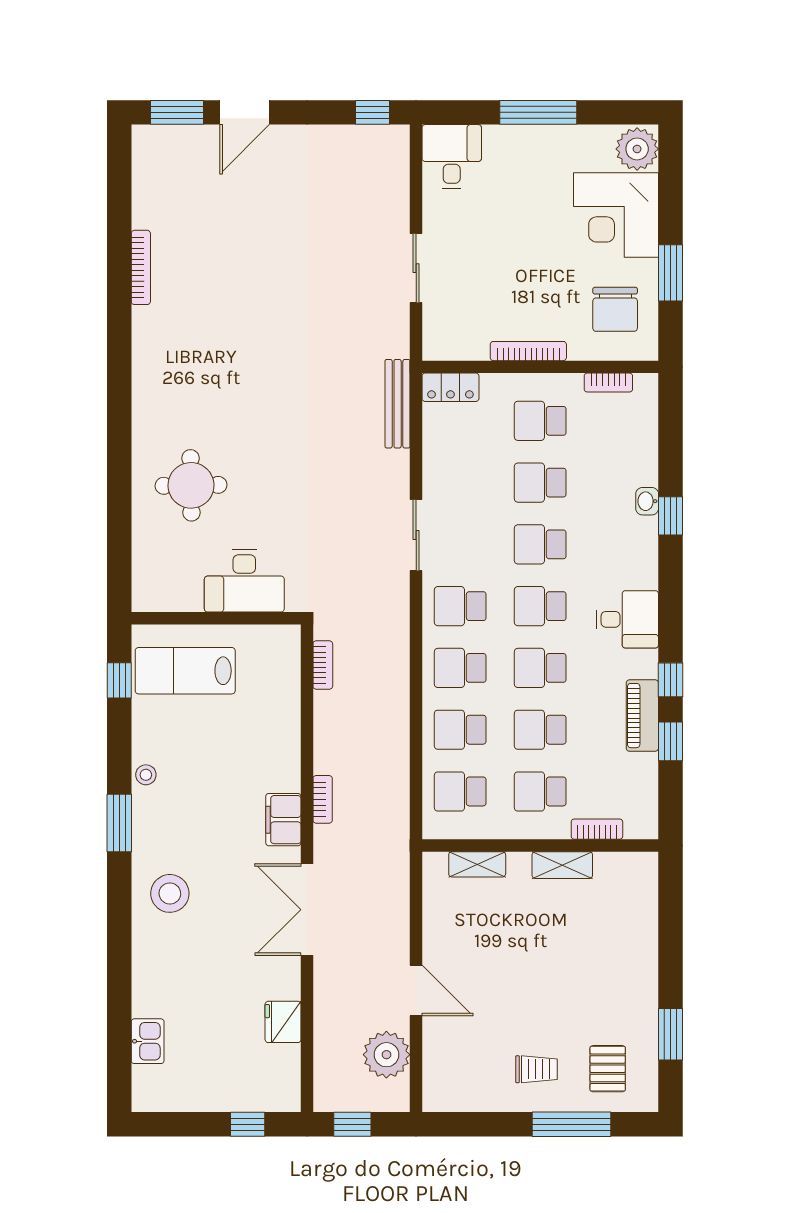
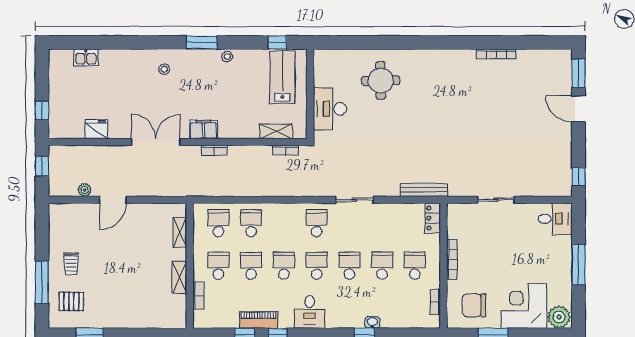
school desk: (460, 668) -> (284, 223), removed
shelving: (287, 683) -> (276, 131), added
stool: (170, 893) -> (164, 69), width x0.53, depth x0.53
plant: (386, 1055) -> (85, 190), width x0.53, depth x0.53

